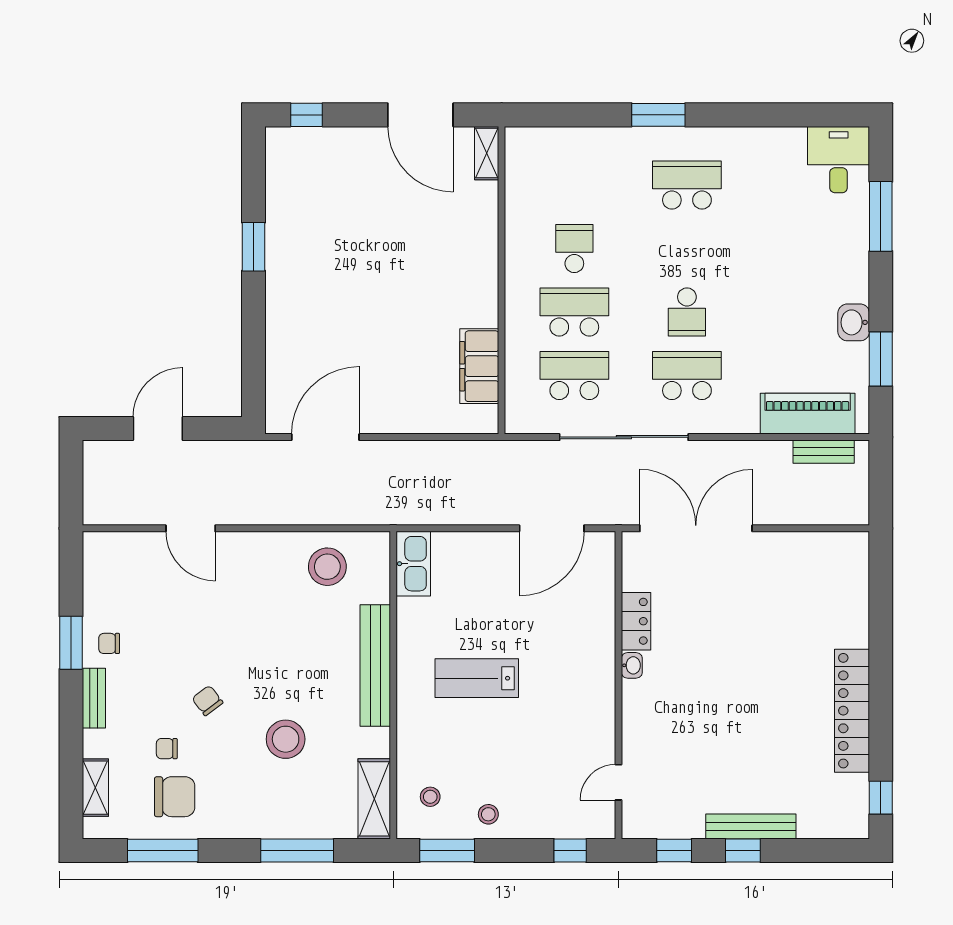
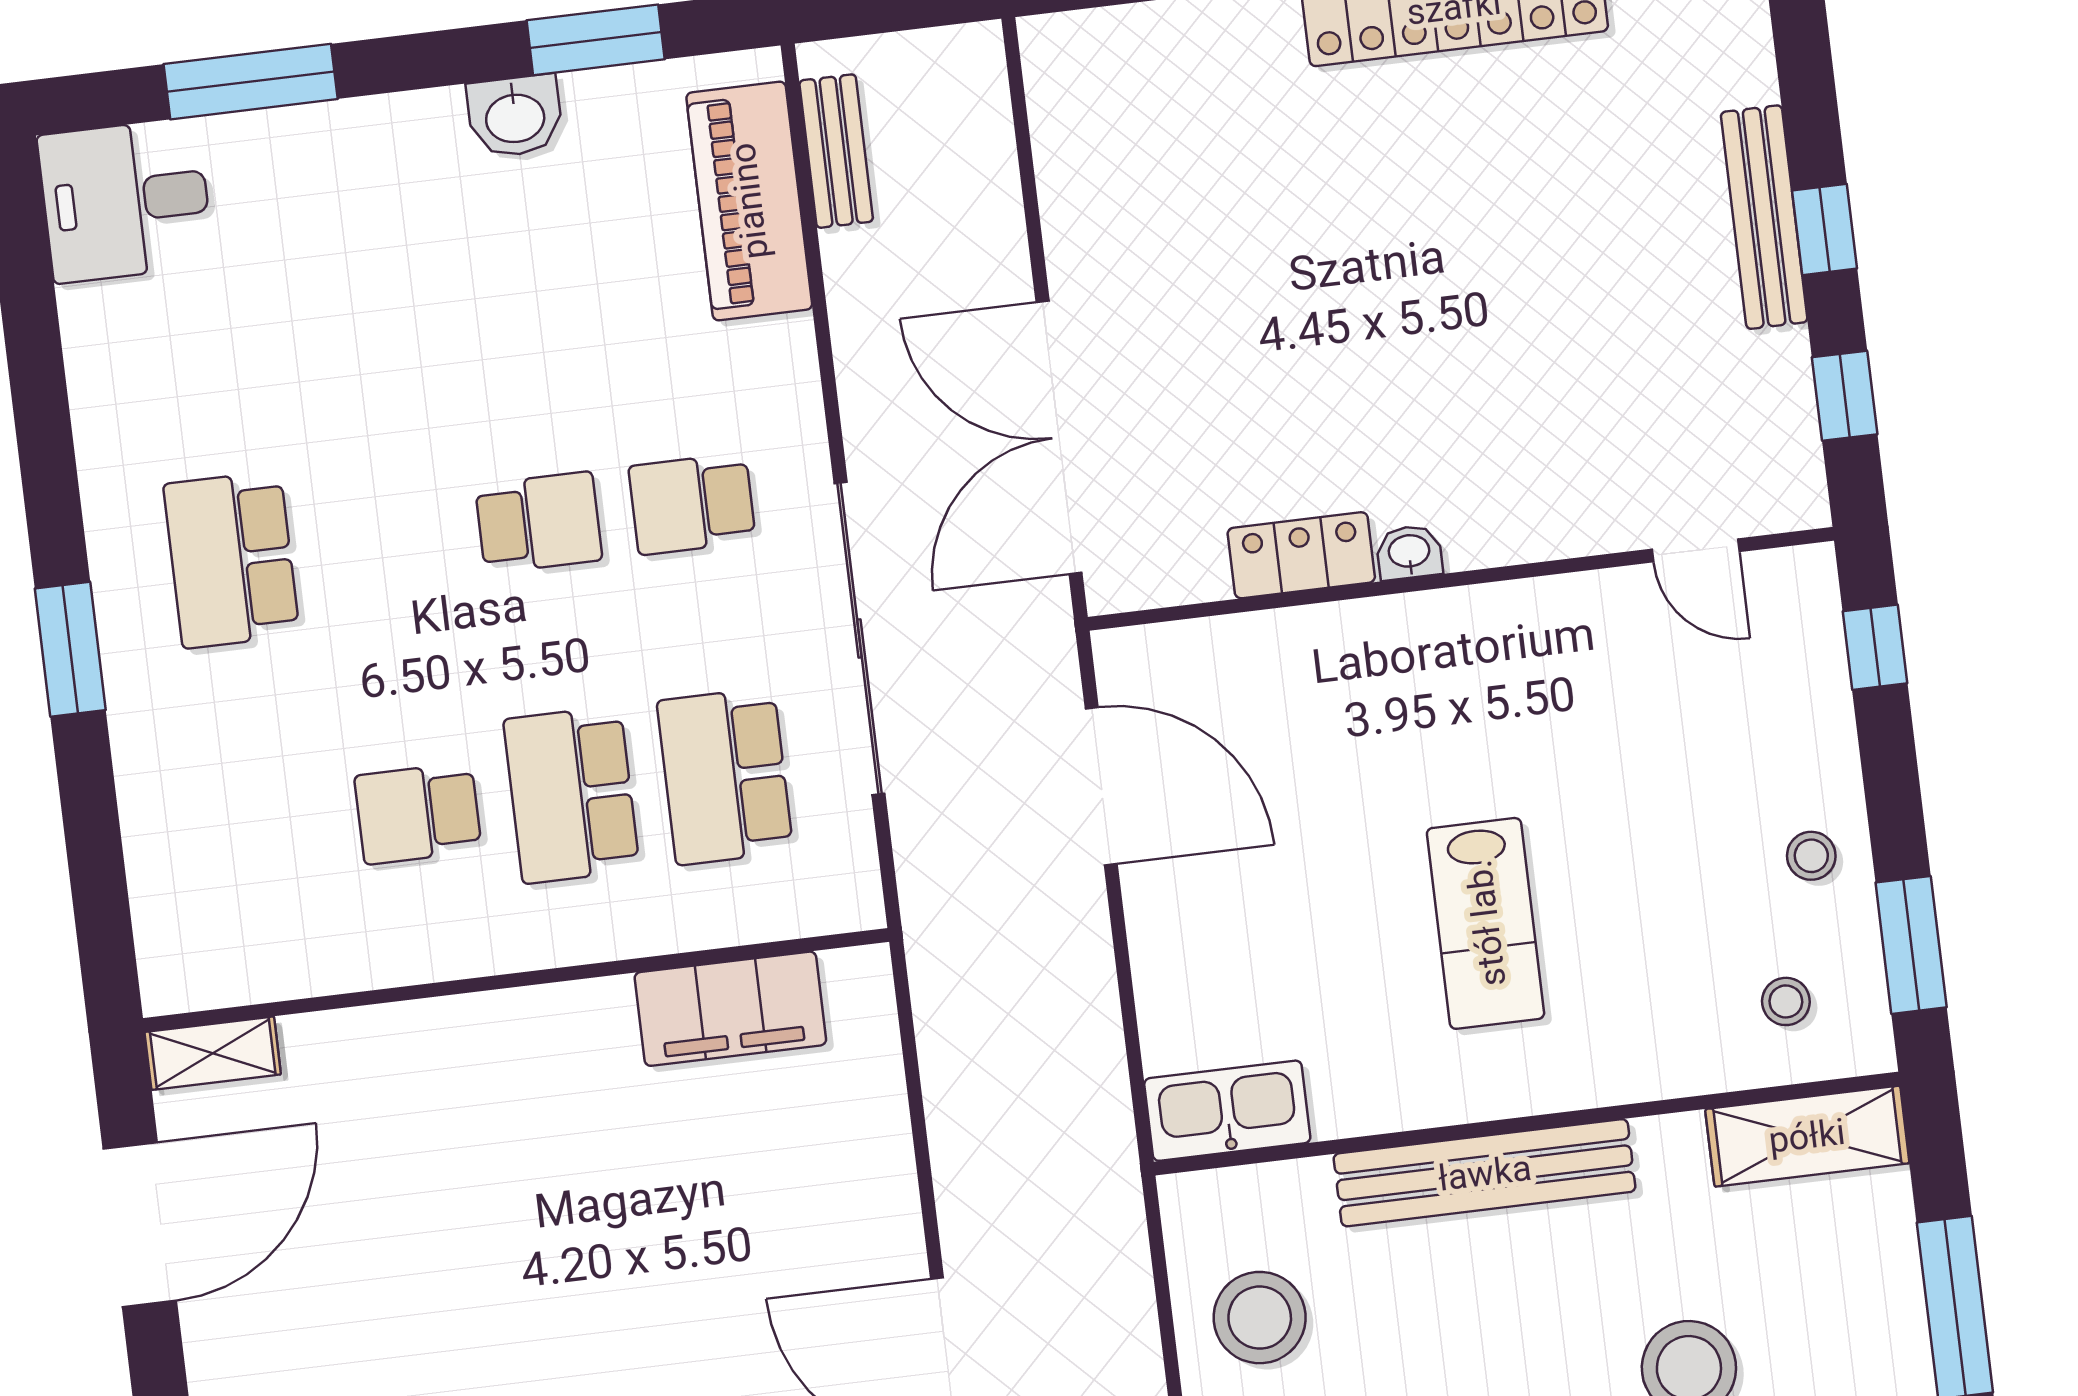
school desk: (687, 375) -> (692, 504), width x0.54

